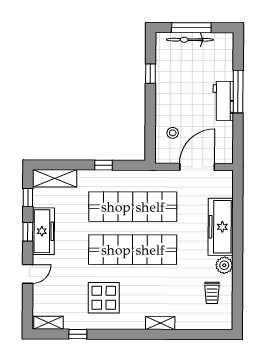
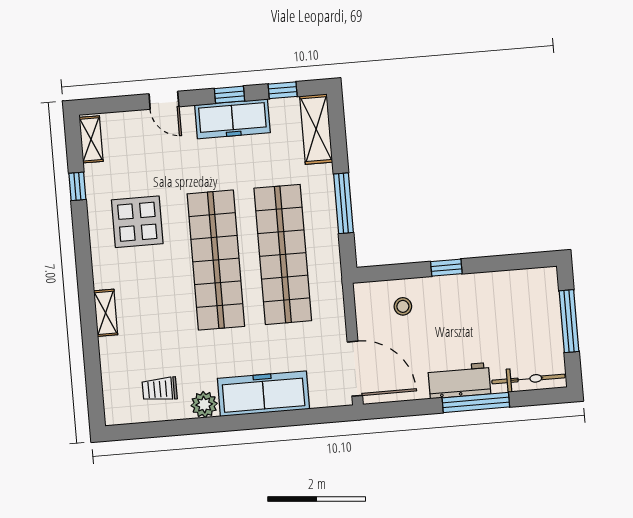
bicycle: (190, 40) -> (528, 379), moved, turned 90
window: (150, 74) -> (446, 268), moved
window: (104, 165) -> (343, 203), width x2.17
door: (197, 167) -> (355, 369), moved

